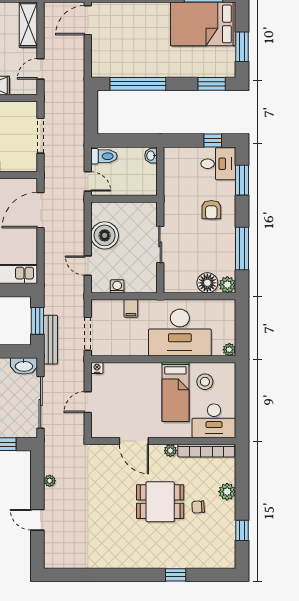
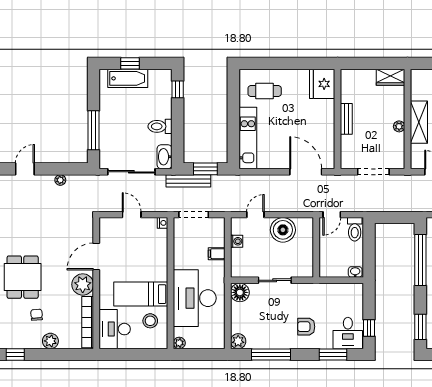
floor lamp: (207, 283) -> (240, 292), moved
plant: (170, 451) -> (83, 284), width x1.88, depth x1.88
dining table: (160, 502) -> (23, 277), moved

